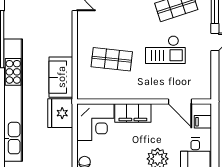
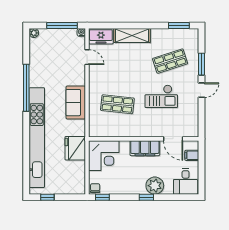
sofa: (61, 77) -> (76, 103), moved
filing cabinet: (133, 113) -> (145, 148), moved

